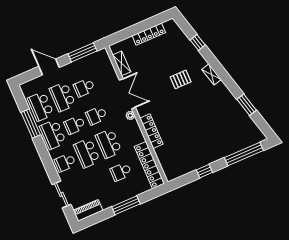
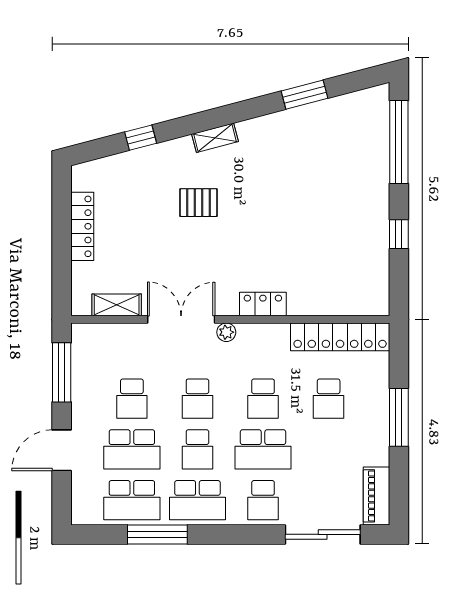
pallet: (181, 79) -> (199, 203), turned 90
locker: (151, 131) -> (263, 304), width x0.66
school desk: (109, 144) -> (263, 399), width x0.54
sliding door: (62, 194) -> (323, 534), width x1.37

